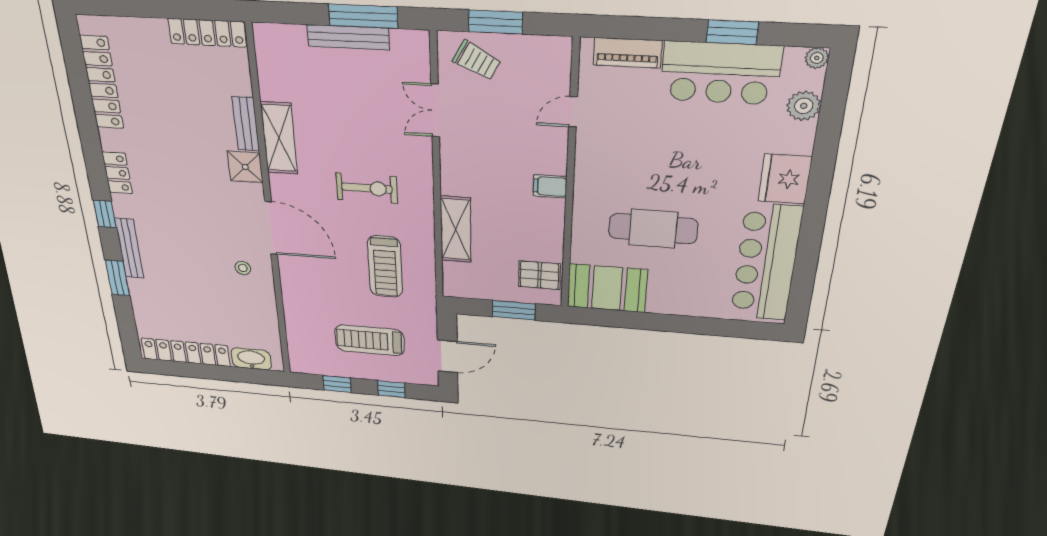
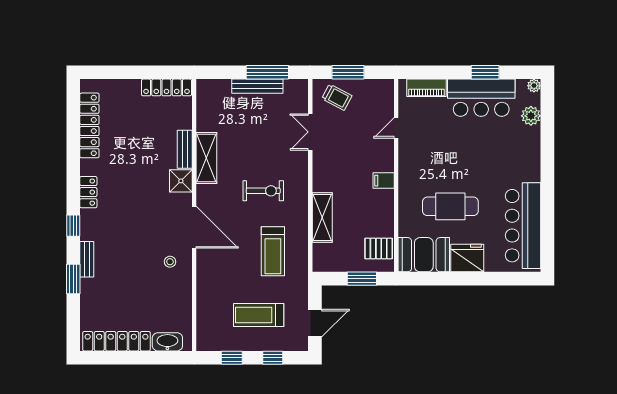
fridge: (785, 179) -> (467, 258), moved, turned 90
bench: (129, 248) -> (87, 259), width x0.73

